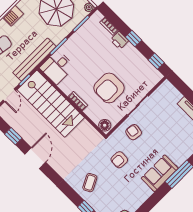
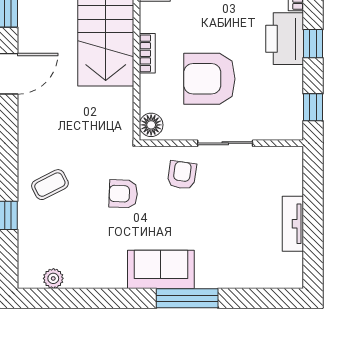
printer: (119, 40) -> (285, 39), width x1.87, depth x1.48

